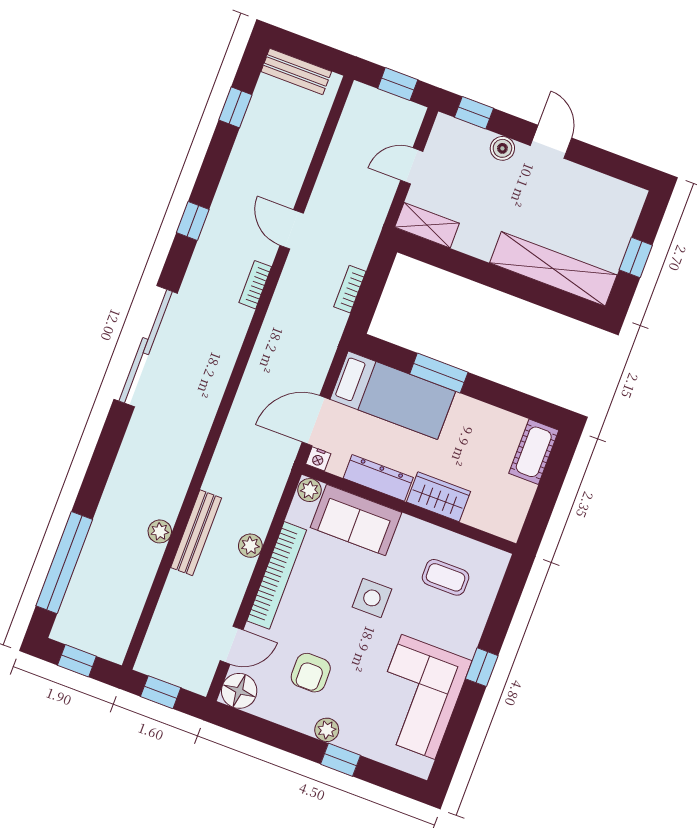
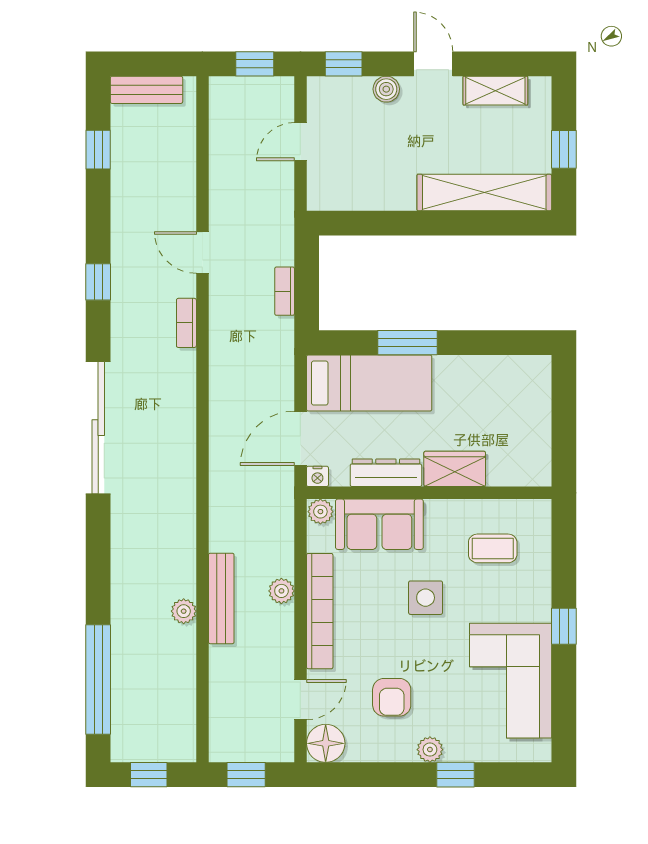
shelving: (427, 225) -> (495, 91), moved
cot: (534, 452) -> (534, 387), removed

